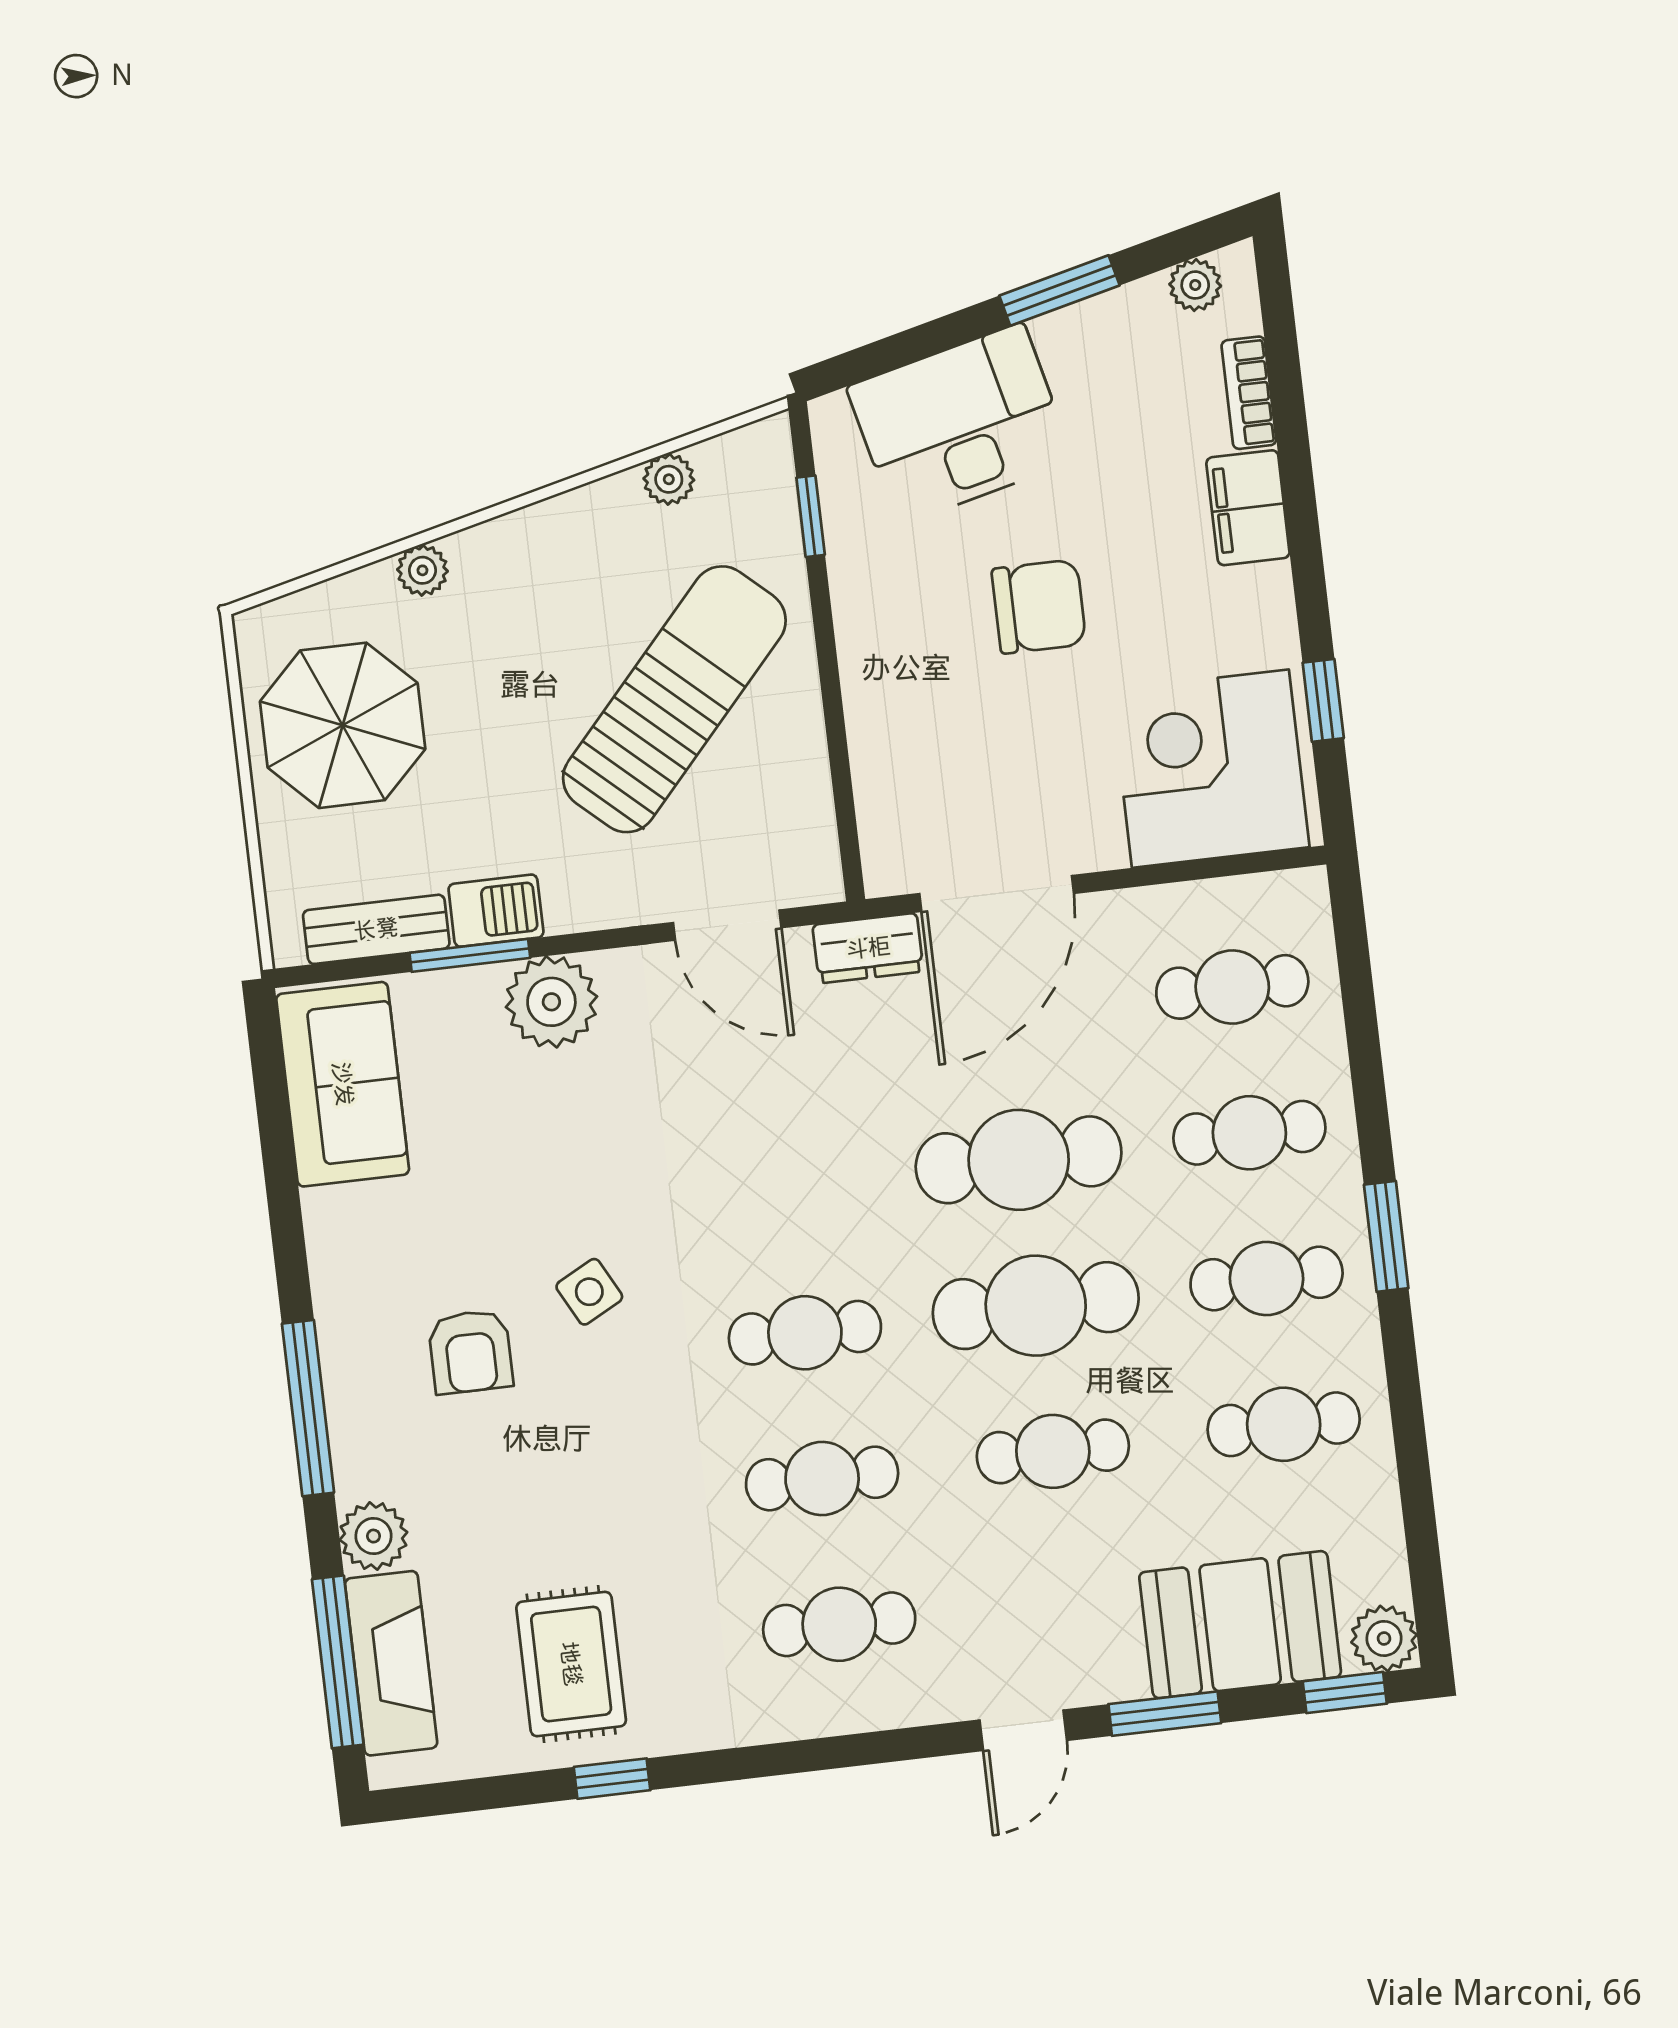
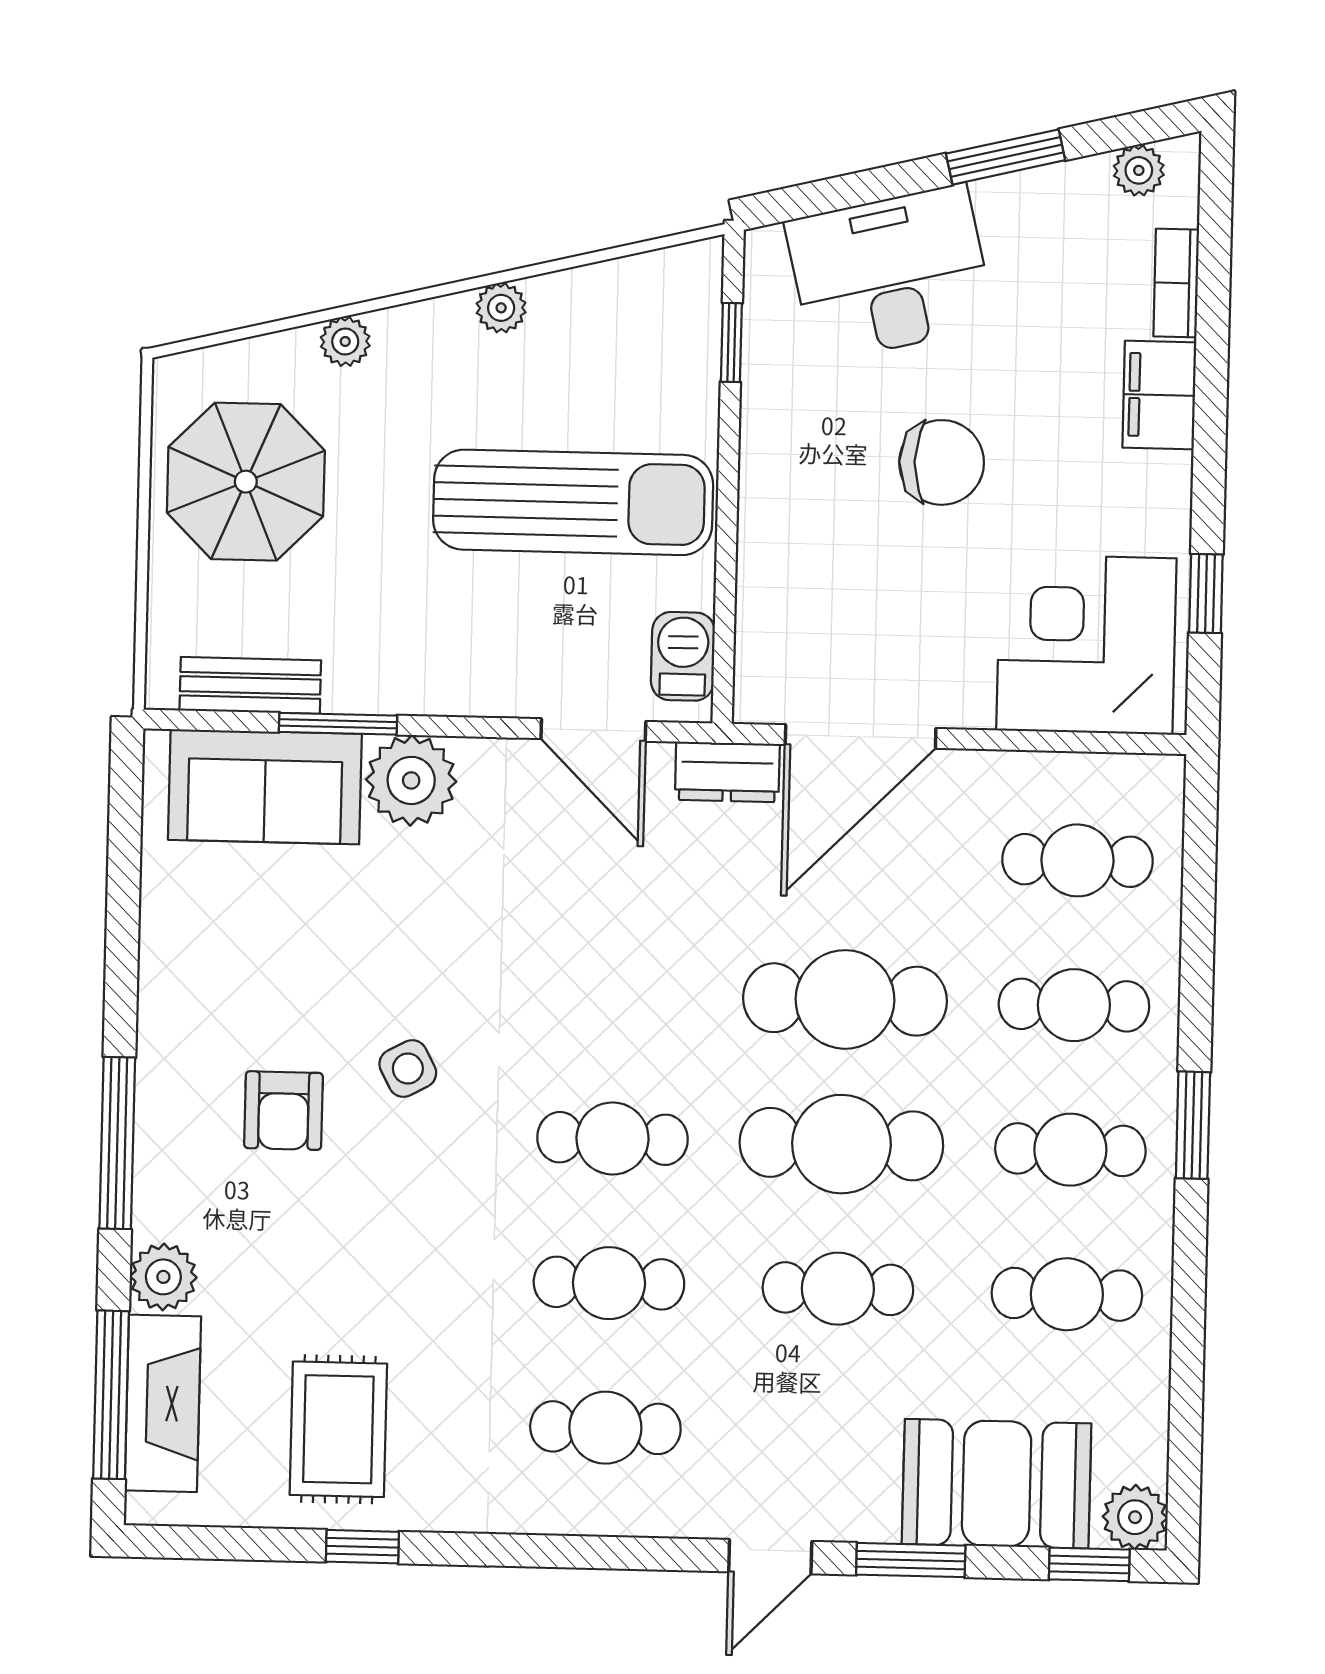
plant: (669, 479) -> (501, 308), moved
sun lounger: (674, 699) -> (573, 502), turned 48
barbecue: (496, 911) -> (683, 656), moved, turned -90
sofa: (343, 1084) -> (265, 787), moved, turned 90

